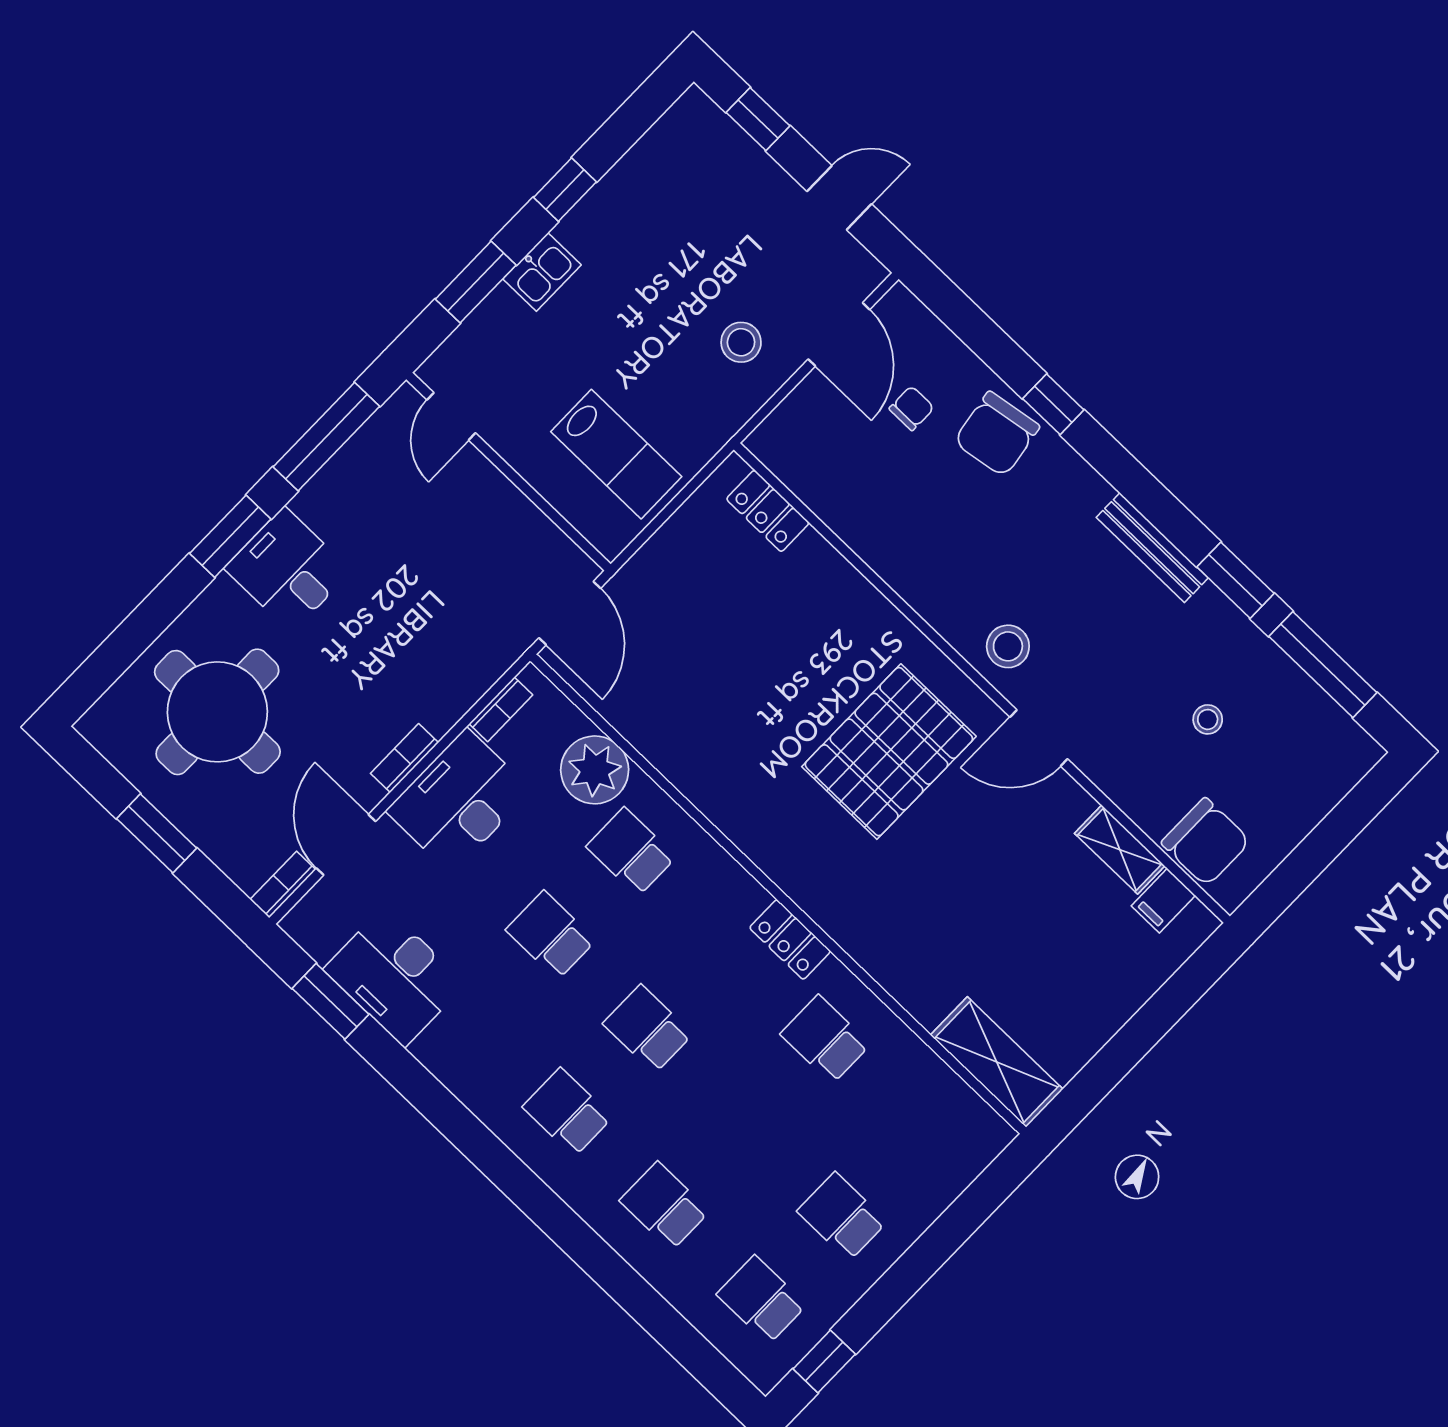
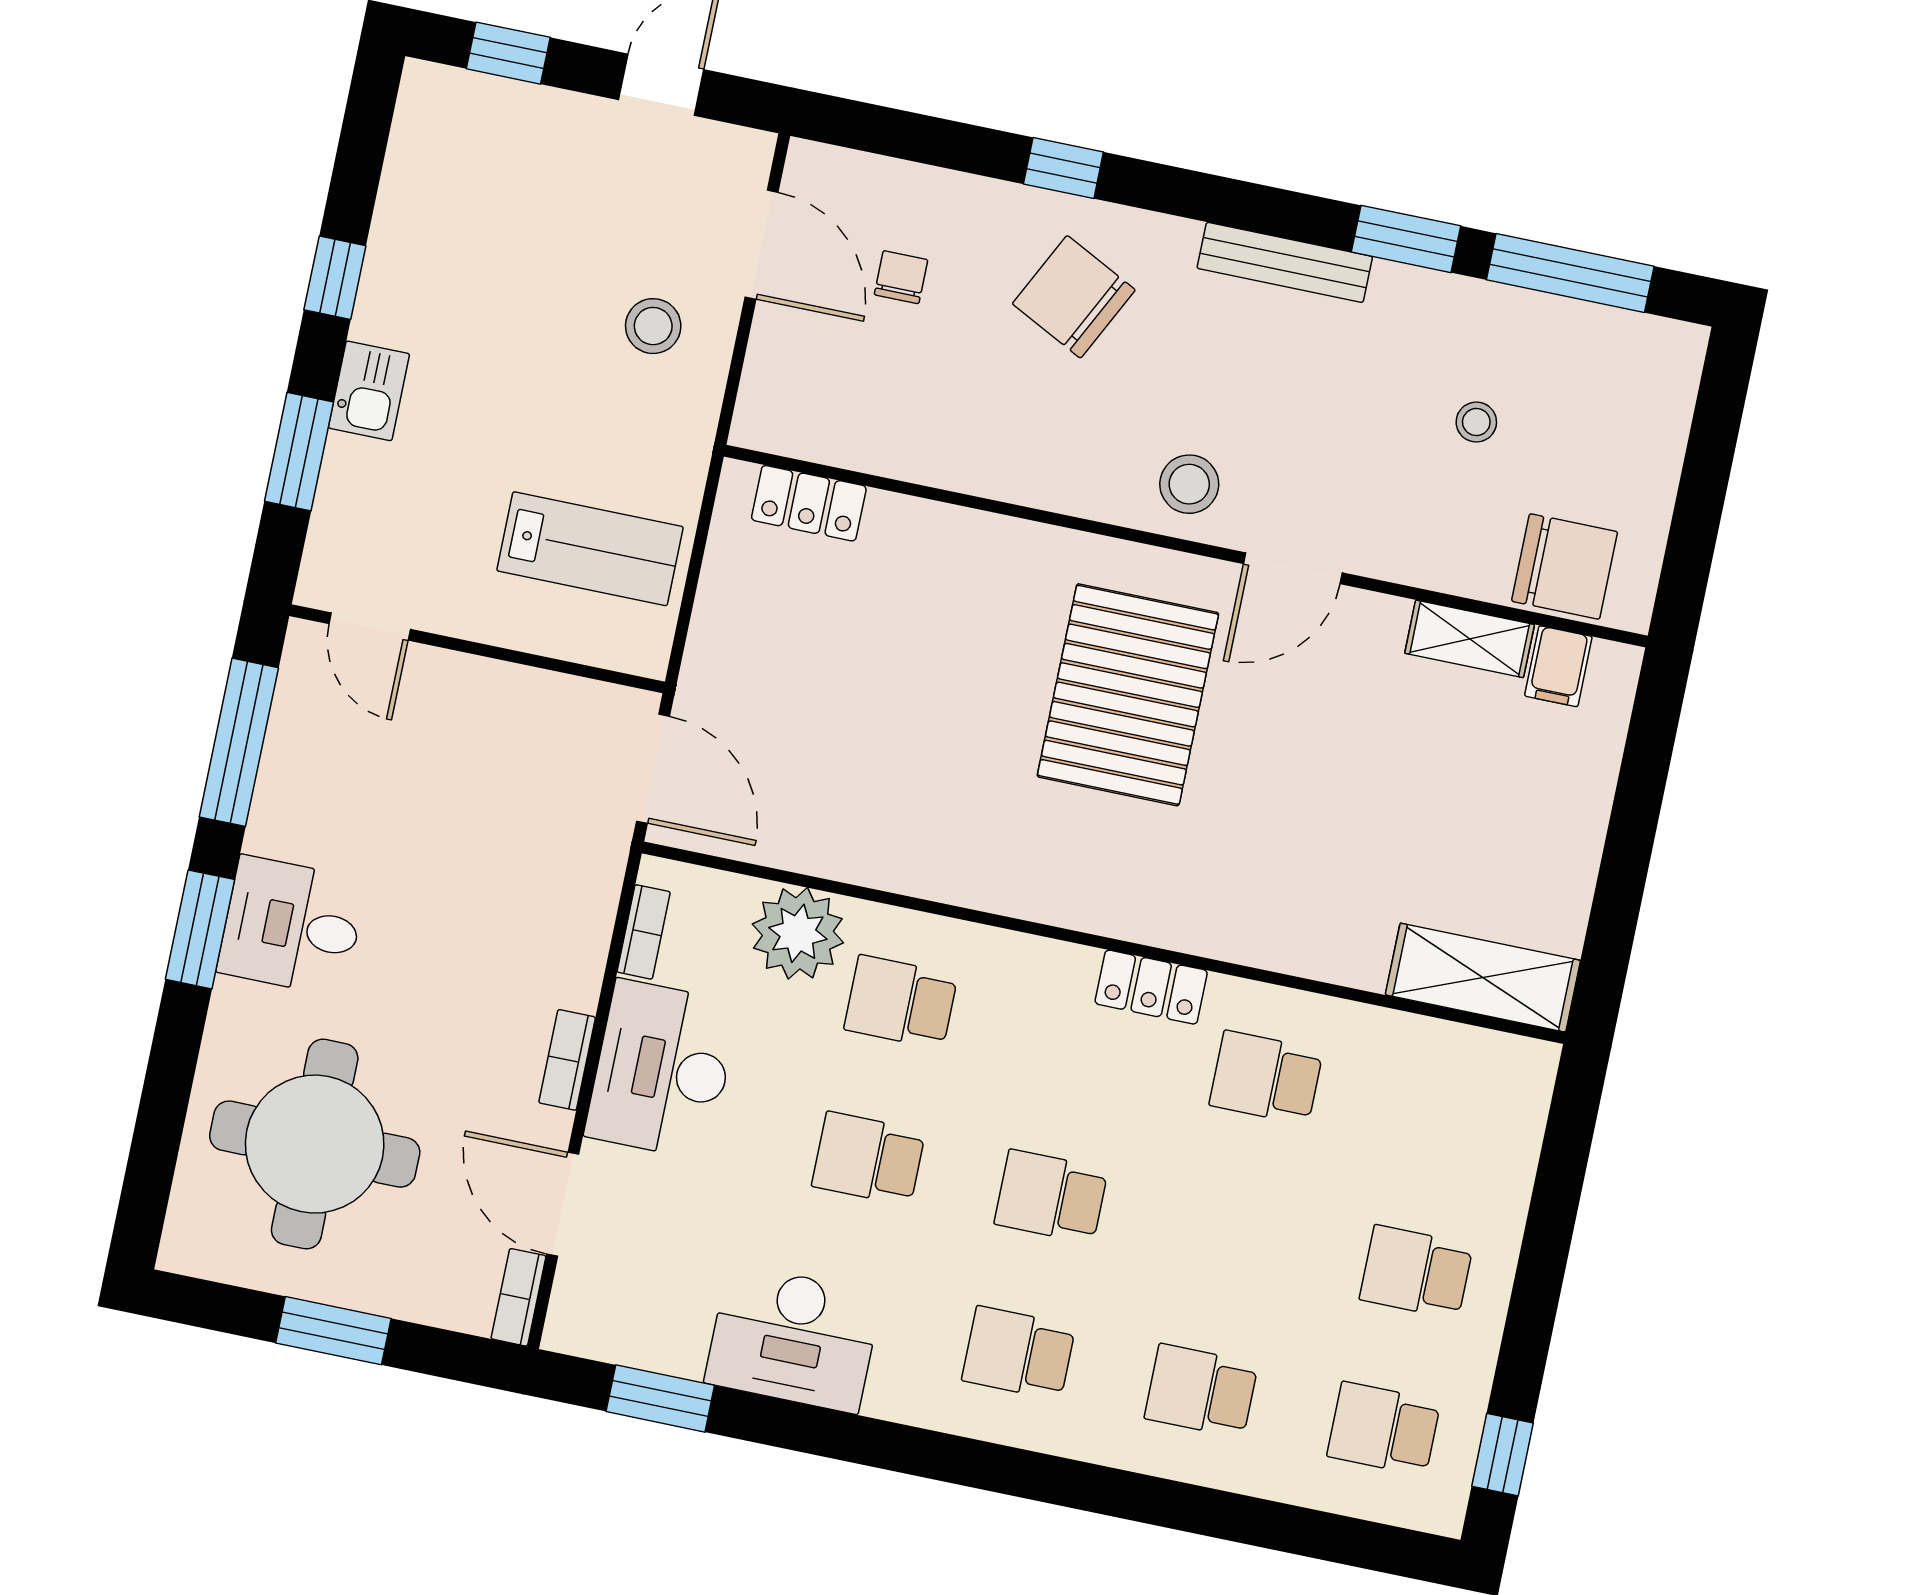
chair: (997, 434) -> (1074, 297), moved, turned 126
desk: (395, 977) -> (793, 1338), moved

